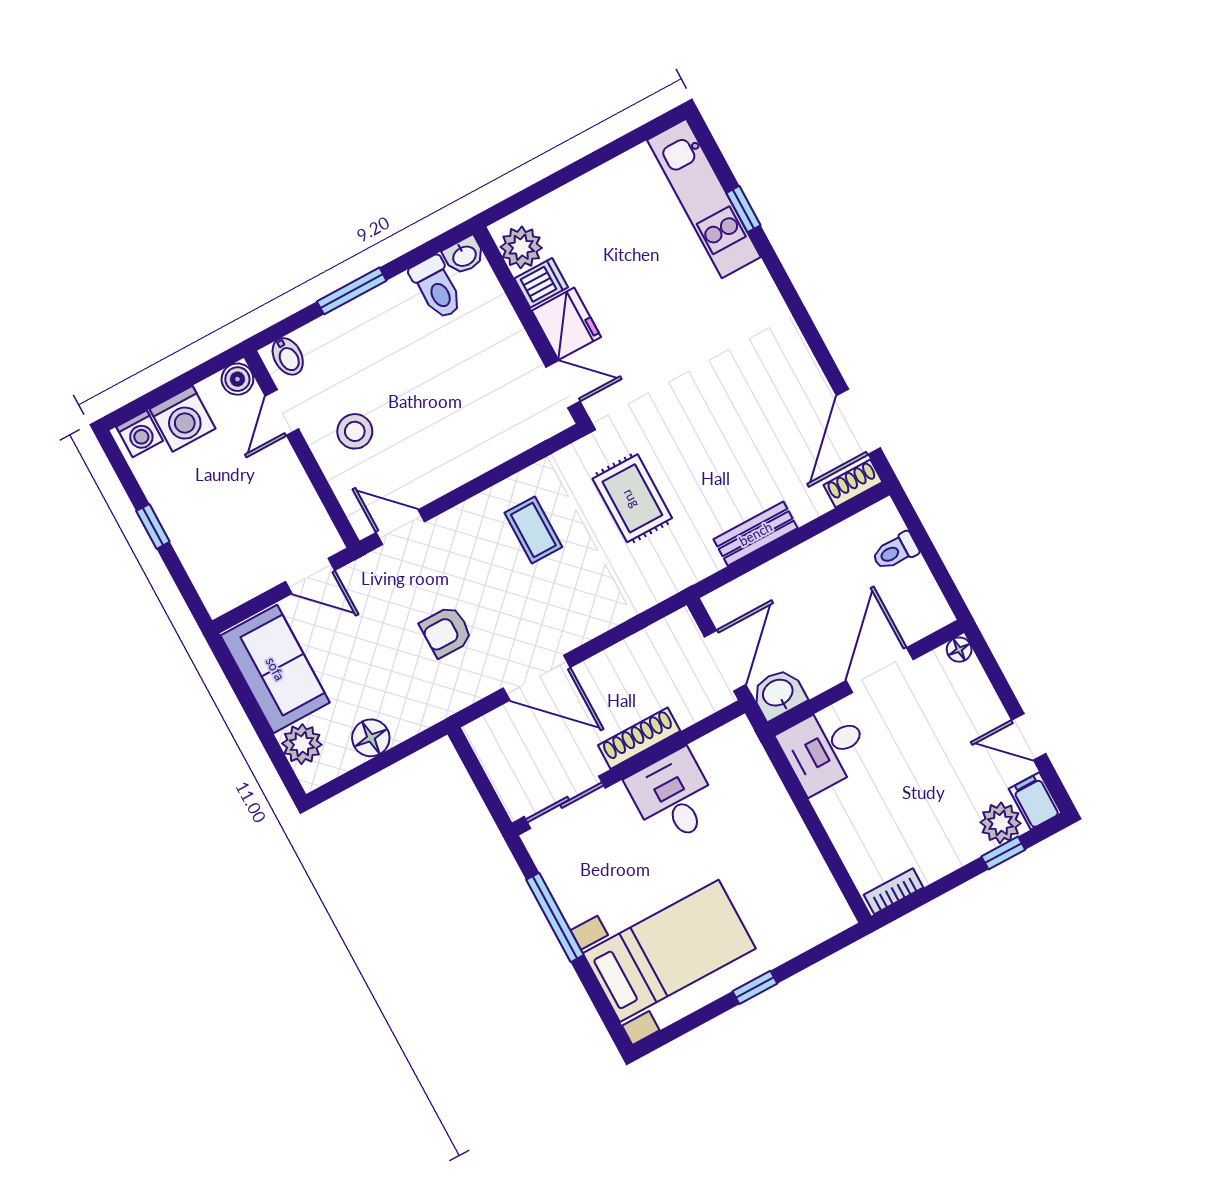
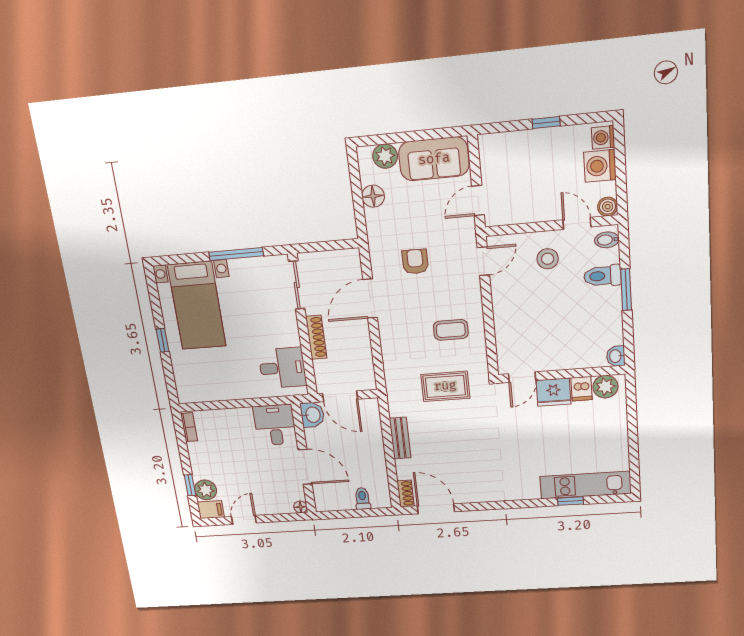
toilet: (437, 288) -> (602, 276), moved
desk: (673, 797) -> (282, 368), moved

